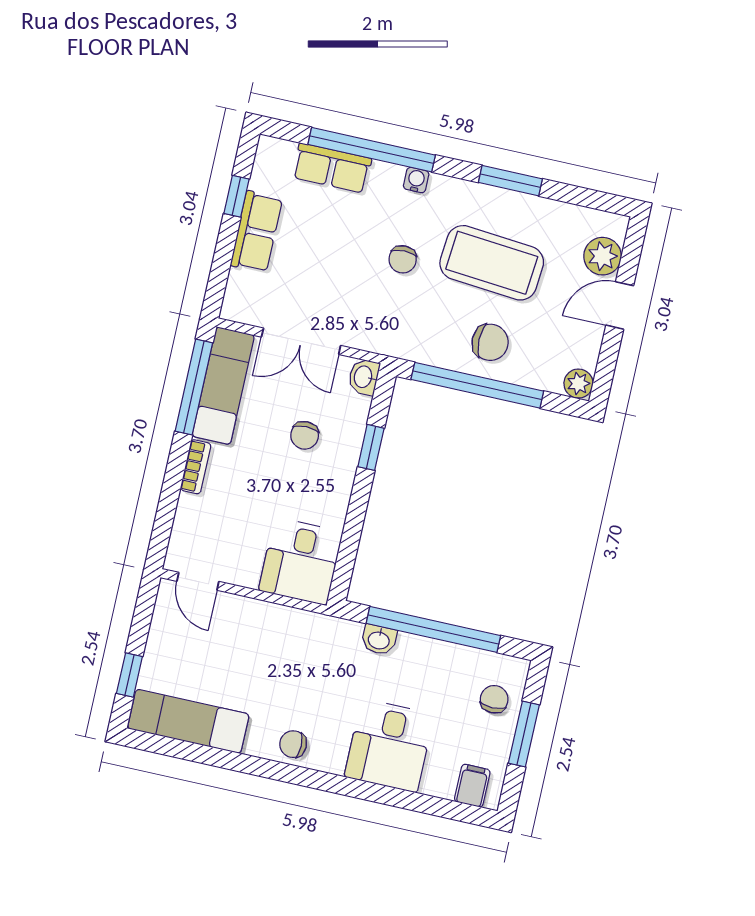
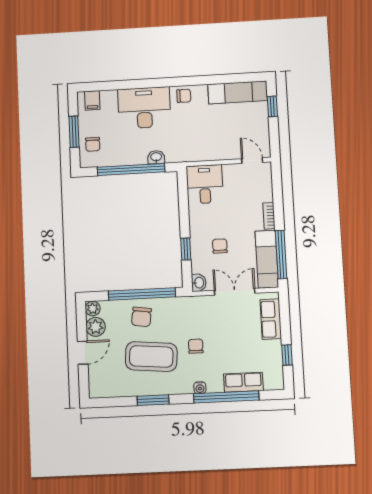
row of seats: (256, 232) -> (271, 319), moved
plant: (603, 256) -> (96, 327), moved
chair: (490, 342) -> (141, 317), turned -82
desk: (389, 745) -> (144, 108), width x1.37

